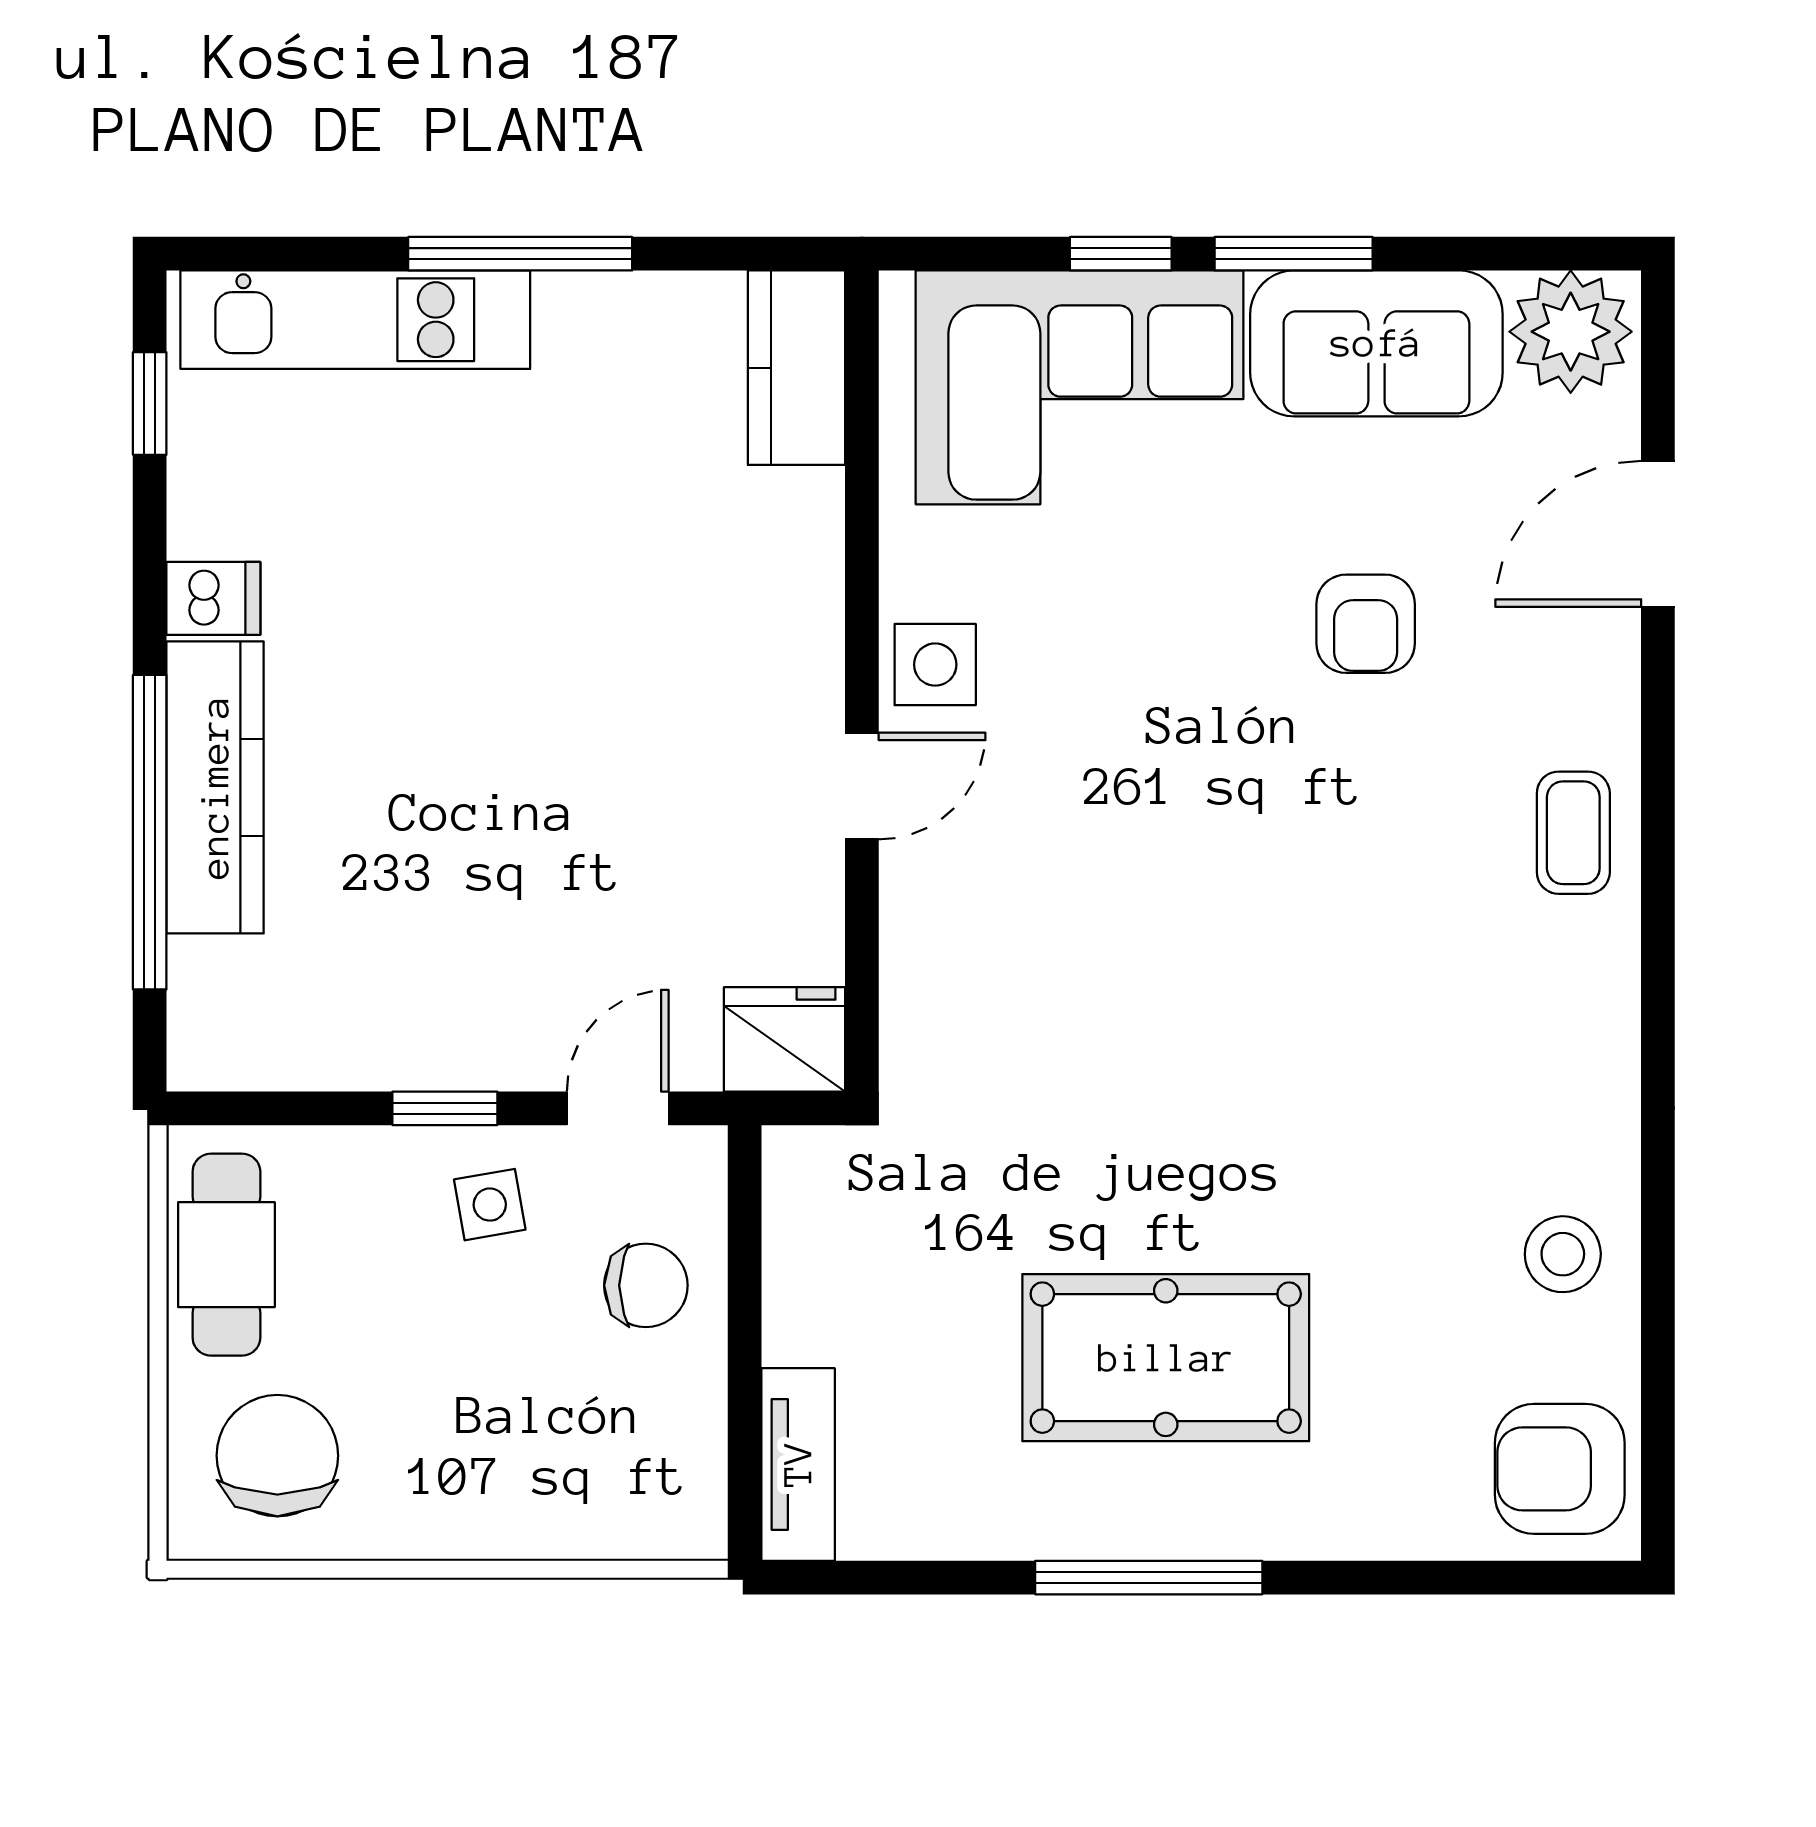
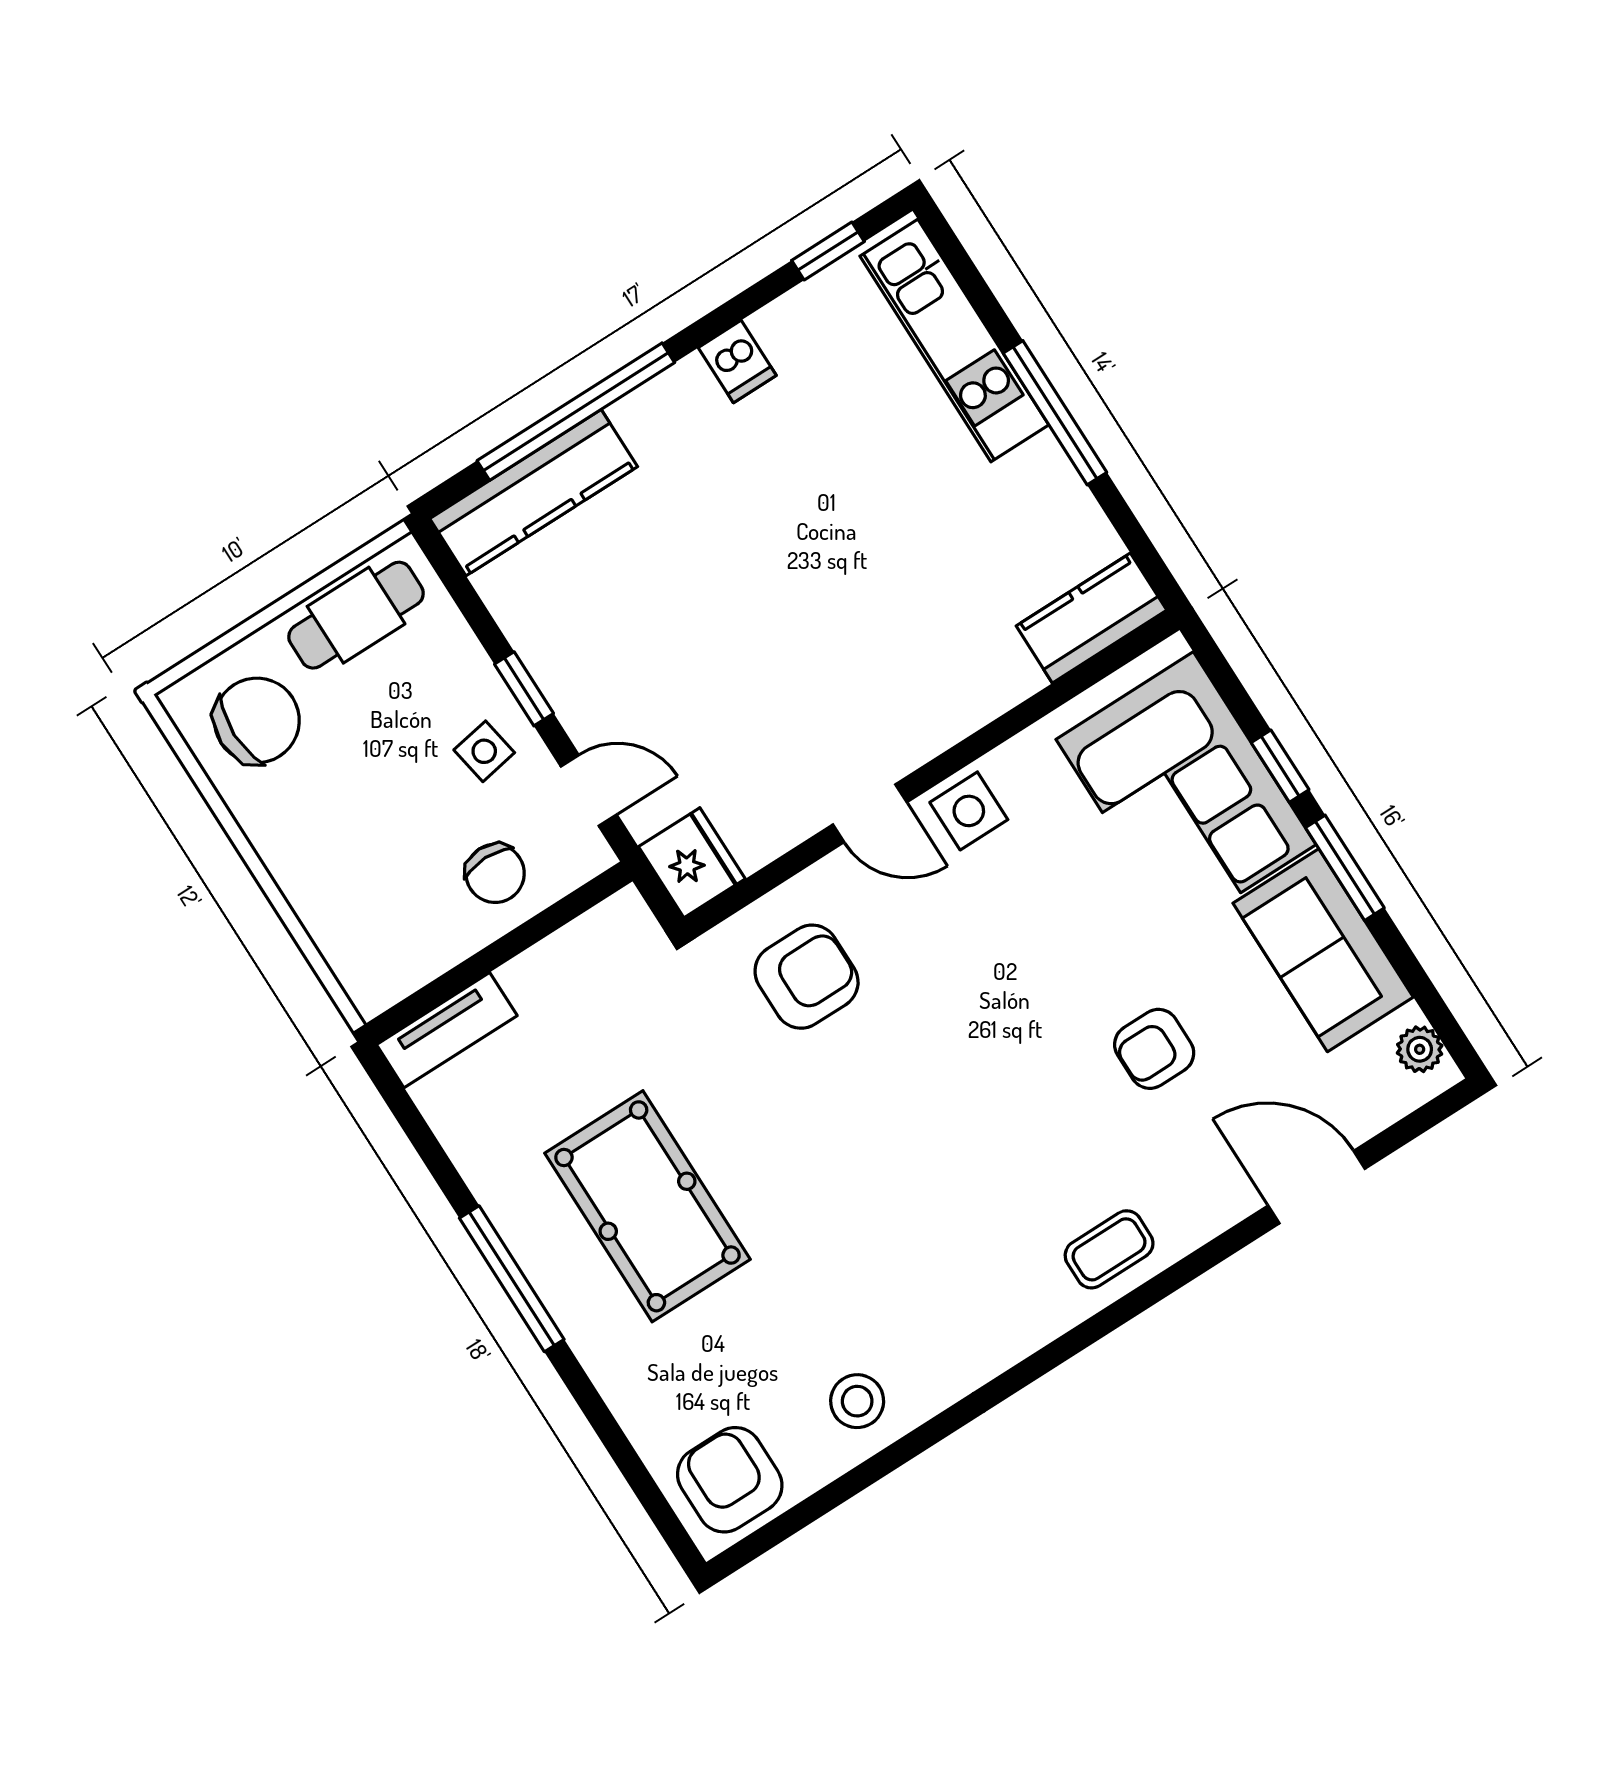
plant: (1571, 332) -> (1420, 1049), width x0.53, depth x0.53
kitchen counter: (215, 787) -> (534, 493), moved
armchair: (1011, 988) -> (807, 977), added

